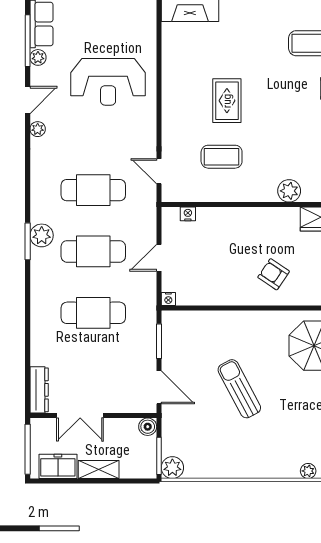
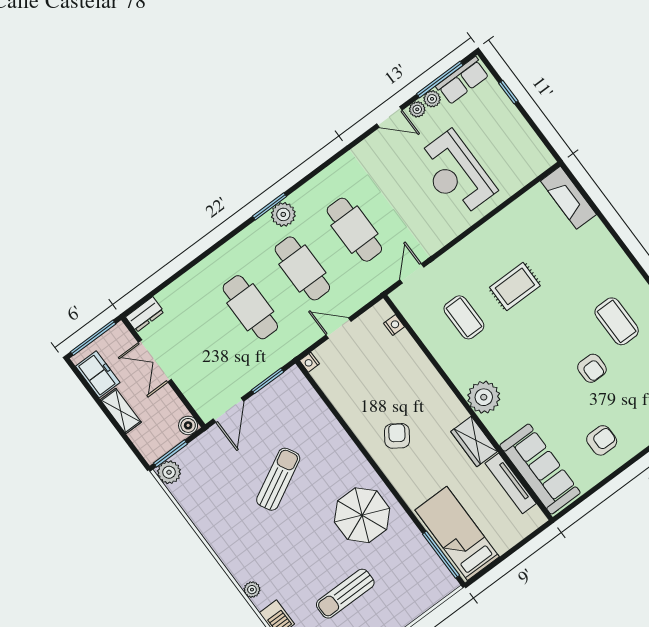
plant: (38, 129) -> (417, 109), moved
plant: (289, 191) -> (484, 397), width x1.36, depth x1.36
dresser: (39, 390) -> (145, 314), width x0.70

